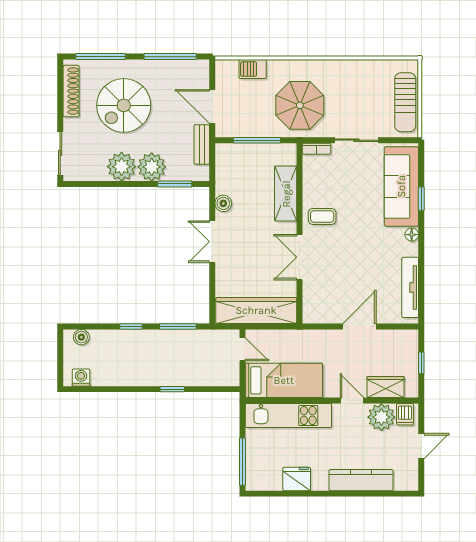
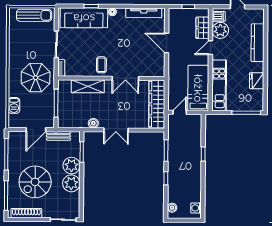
spiral stairs: (124, 105) -> (35, 182), turned 90

